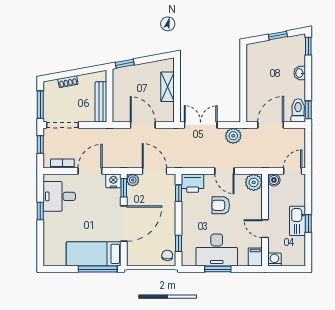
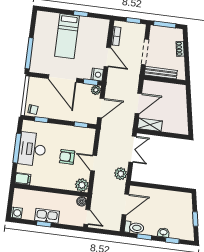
window: (308, 46) -> (172, 240), moved
window: (125, 64) -> (189, 95), removed
shelving: (167, 87) -> (150, 125), moved
window: (308, 110) -> (144, 237), moved
doorway: (63, 125) -> (145, 52), moved
door: (271, 125) -> (125, 204), hinge flipped
door: (224, 171) -> (94, 163), hinge flipped
printer: (193, 183) -> (87, 137), removed
desk: (59, 196) -> (90, 30), removed
armchair: (221, 205) -> (67, 157), turned -90
door: (265, 229) -> (44, 189), removed
bed: (94, 254) -> (67, 36), moved, turned 180
washing machine: (274, 259) -> (16, 213), moved
window: (218, 269) -> (17, 148), width x1.44

